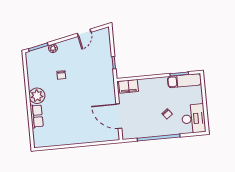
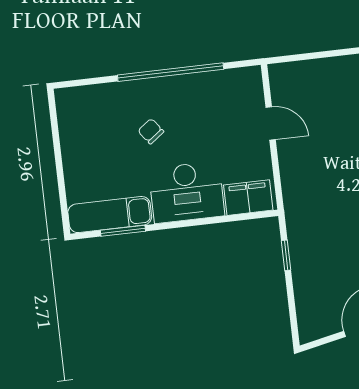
door: (119, 116) -> (271, 123), width x0.53
desk: (194, 119) -> (187, 192), moved, turned -90

